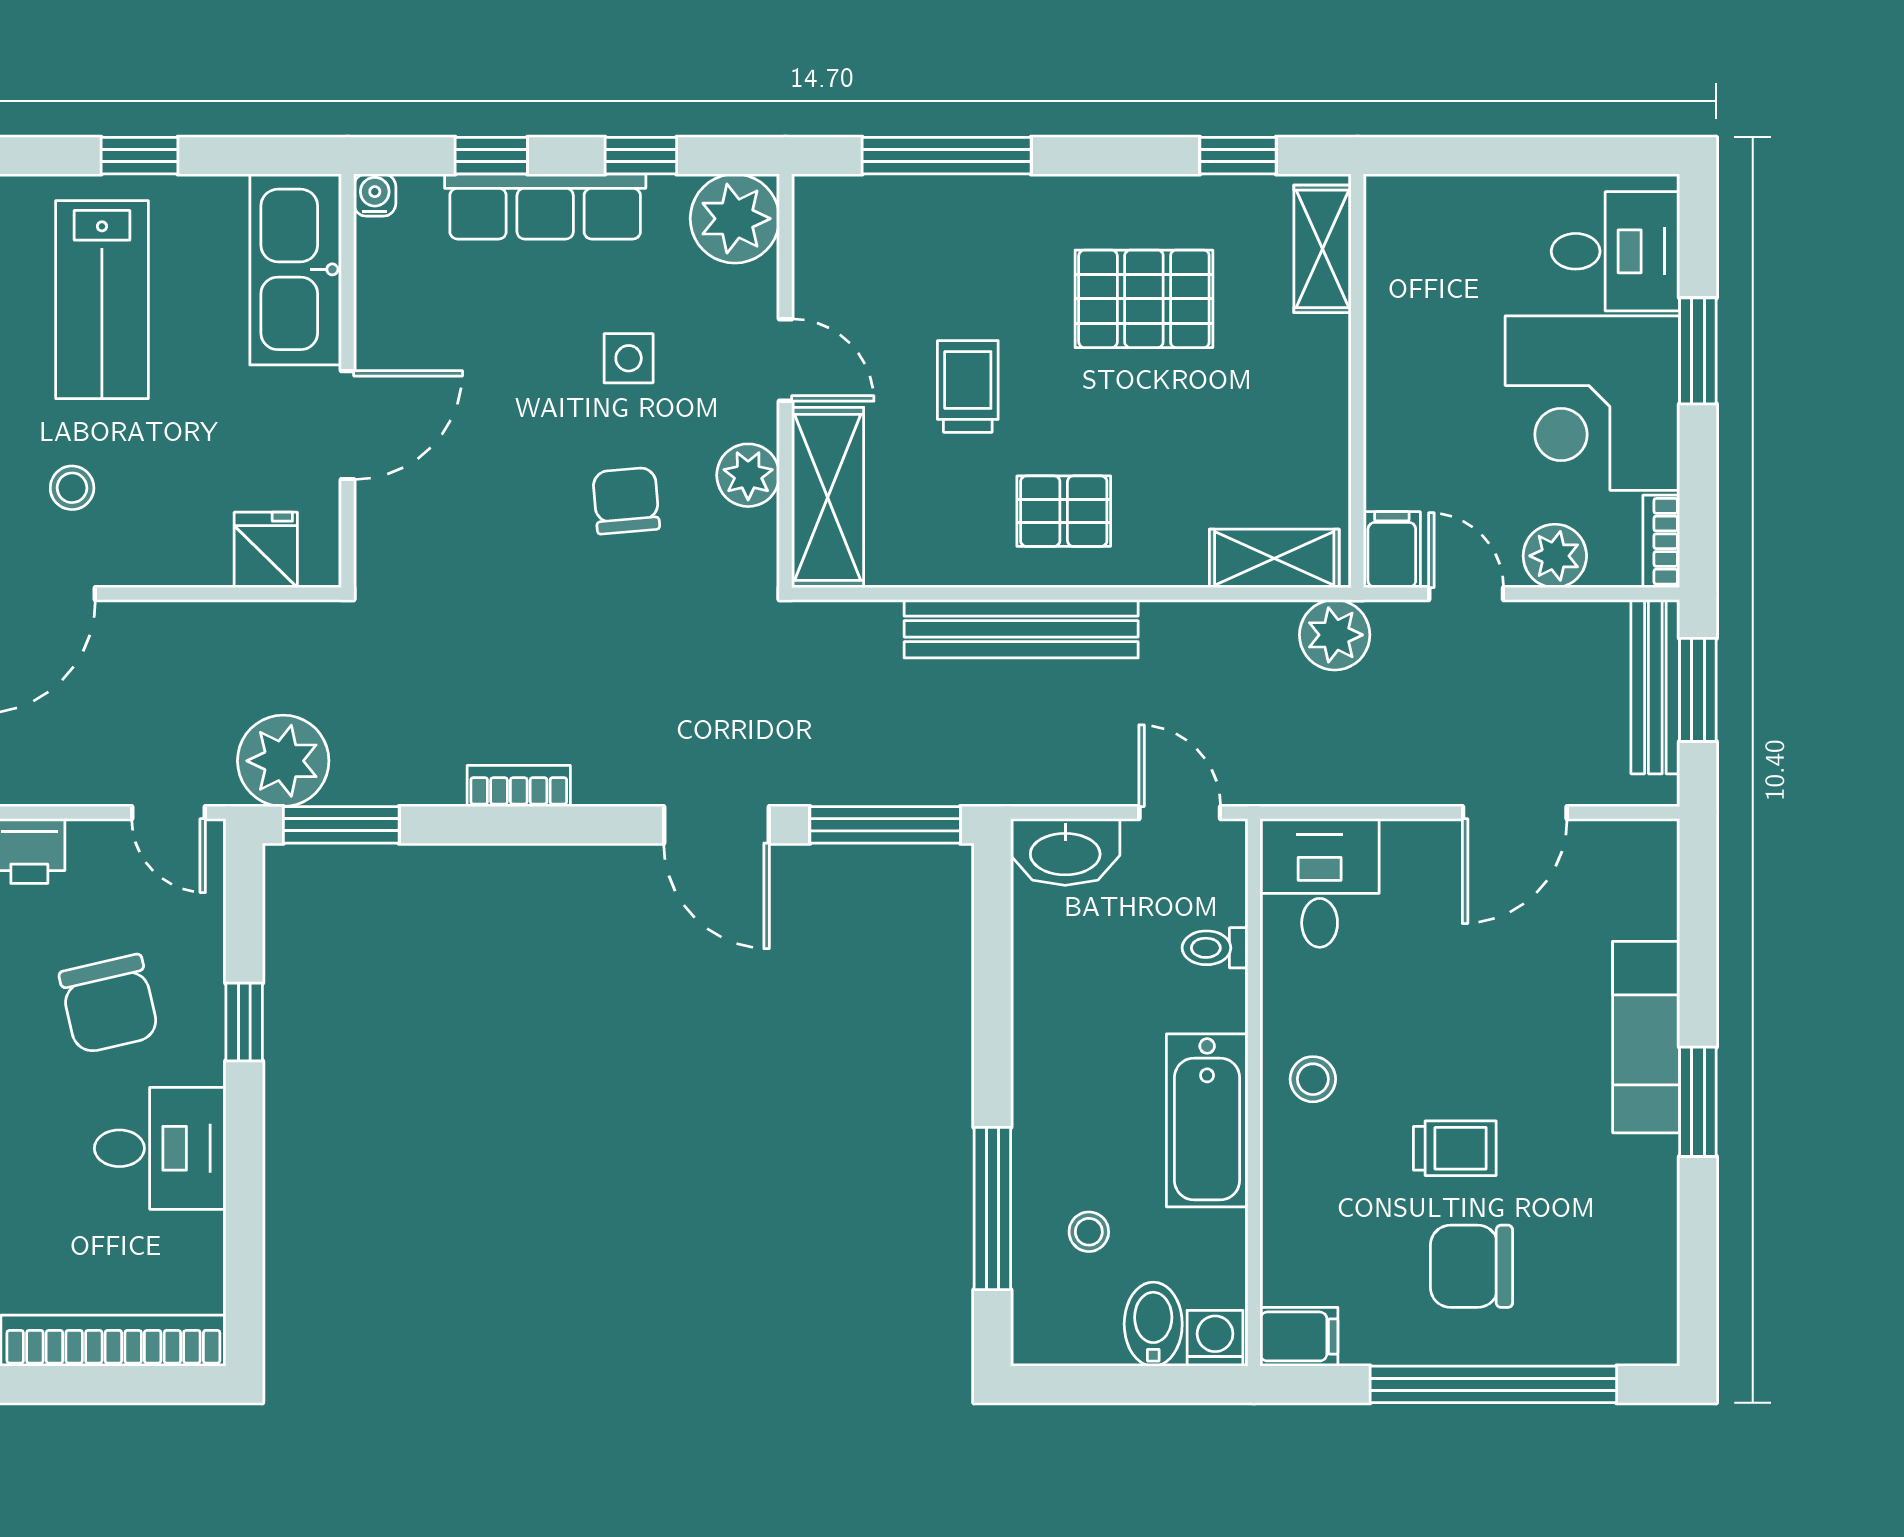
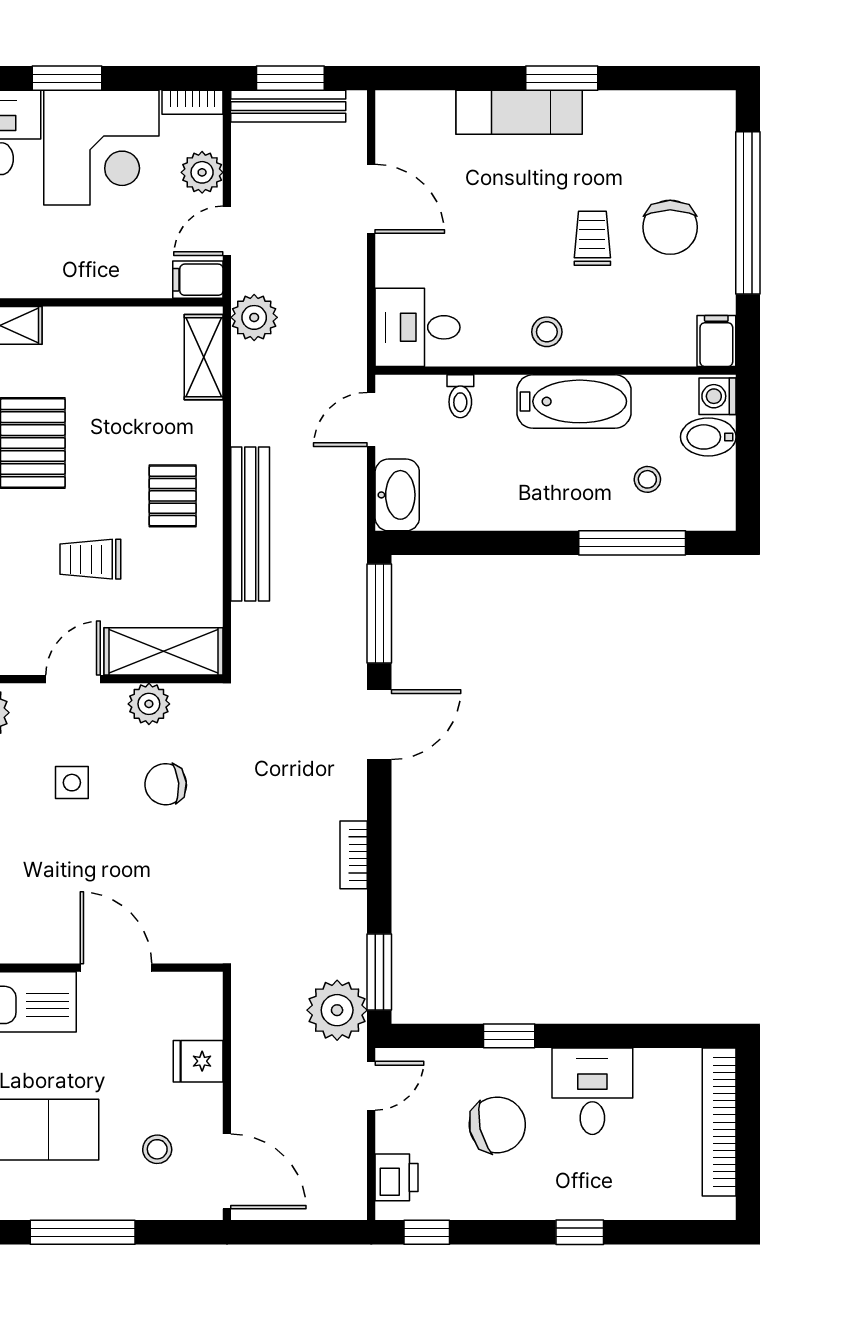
fridge: (266, 550) -> (198, 1061), moved

